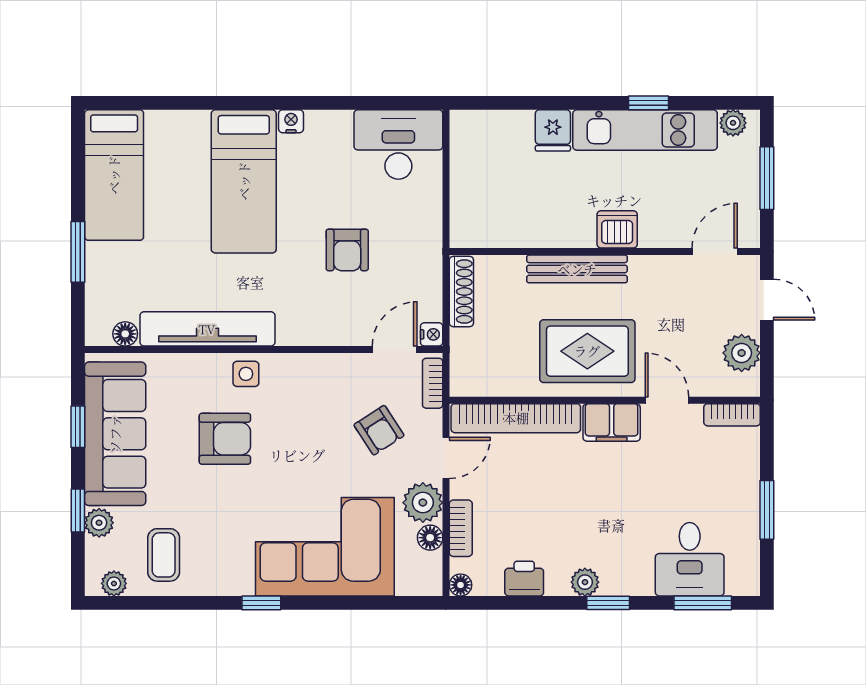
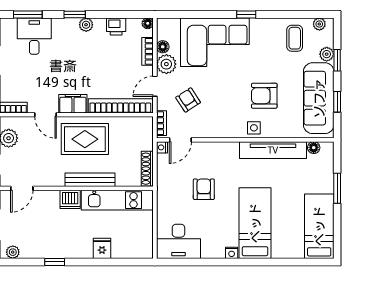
kitchen unit: (645, 130) -> (117, 200), moved, turned 180

